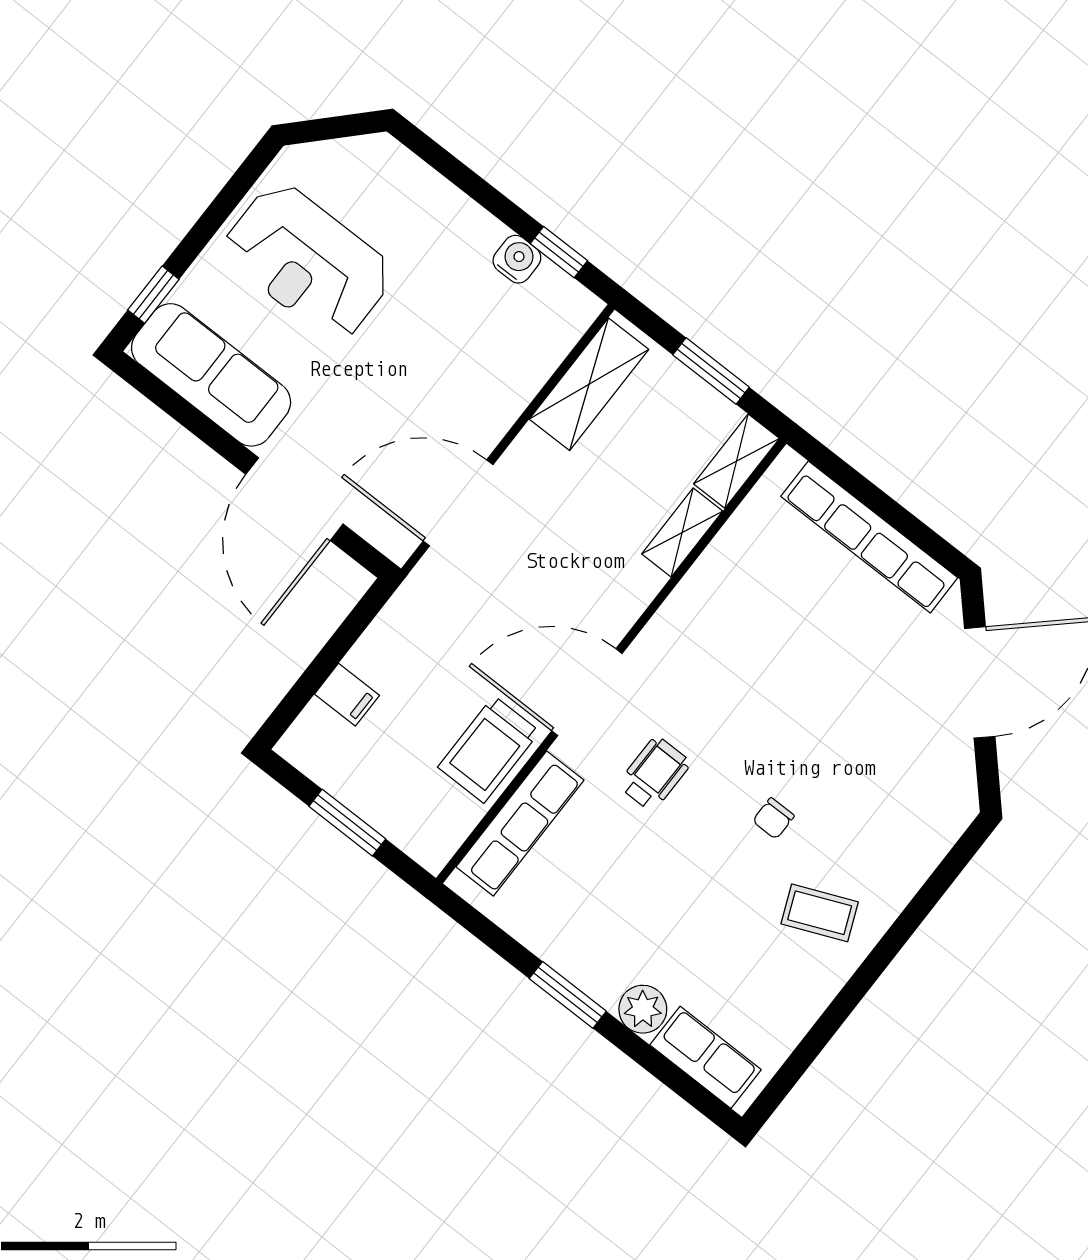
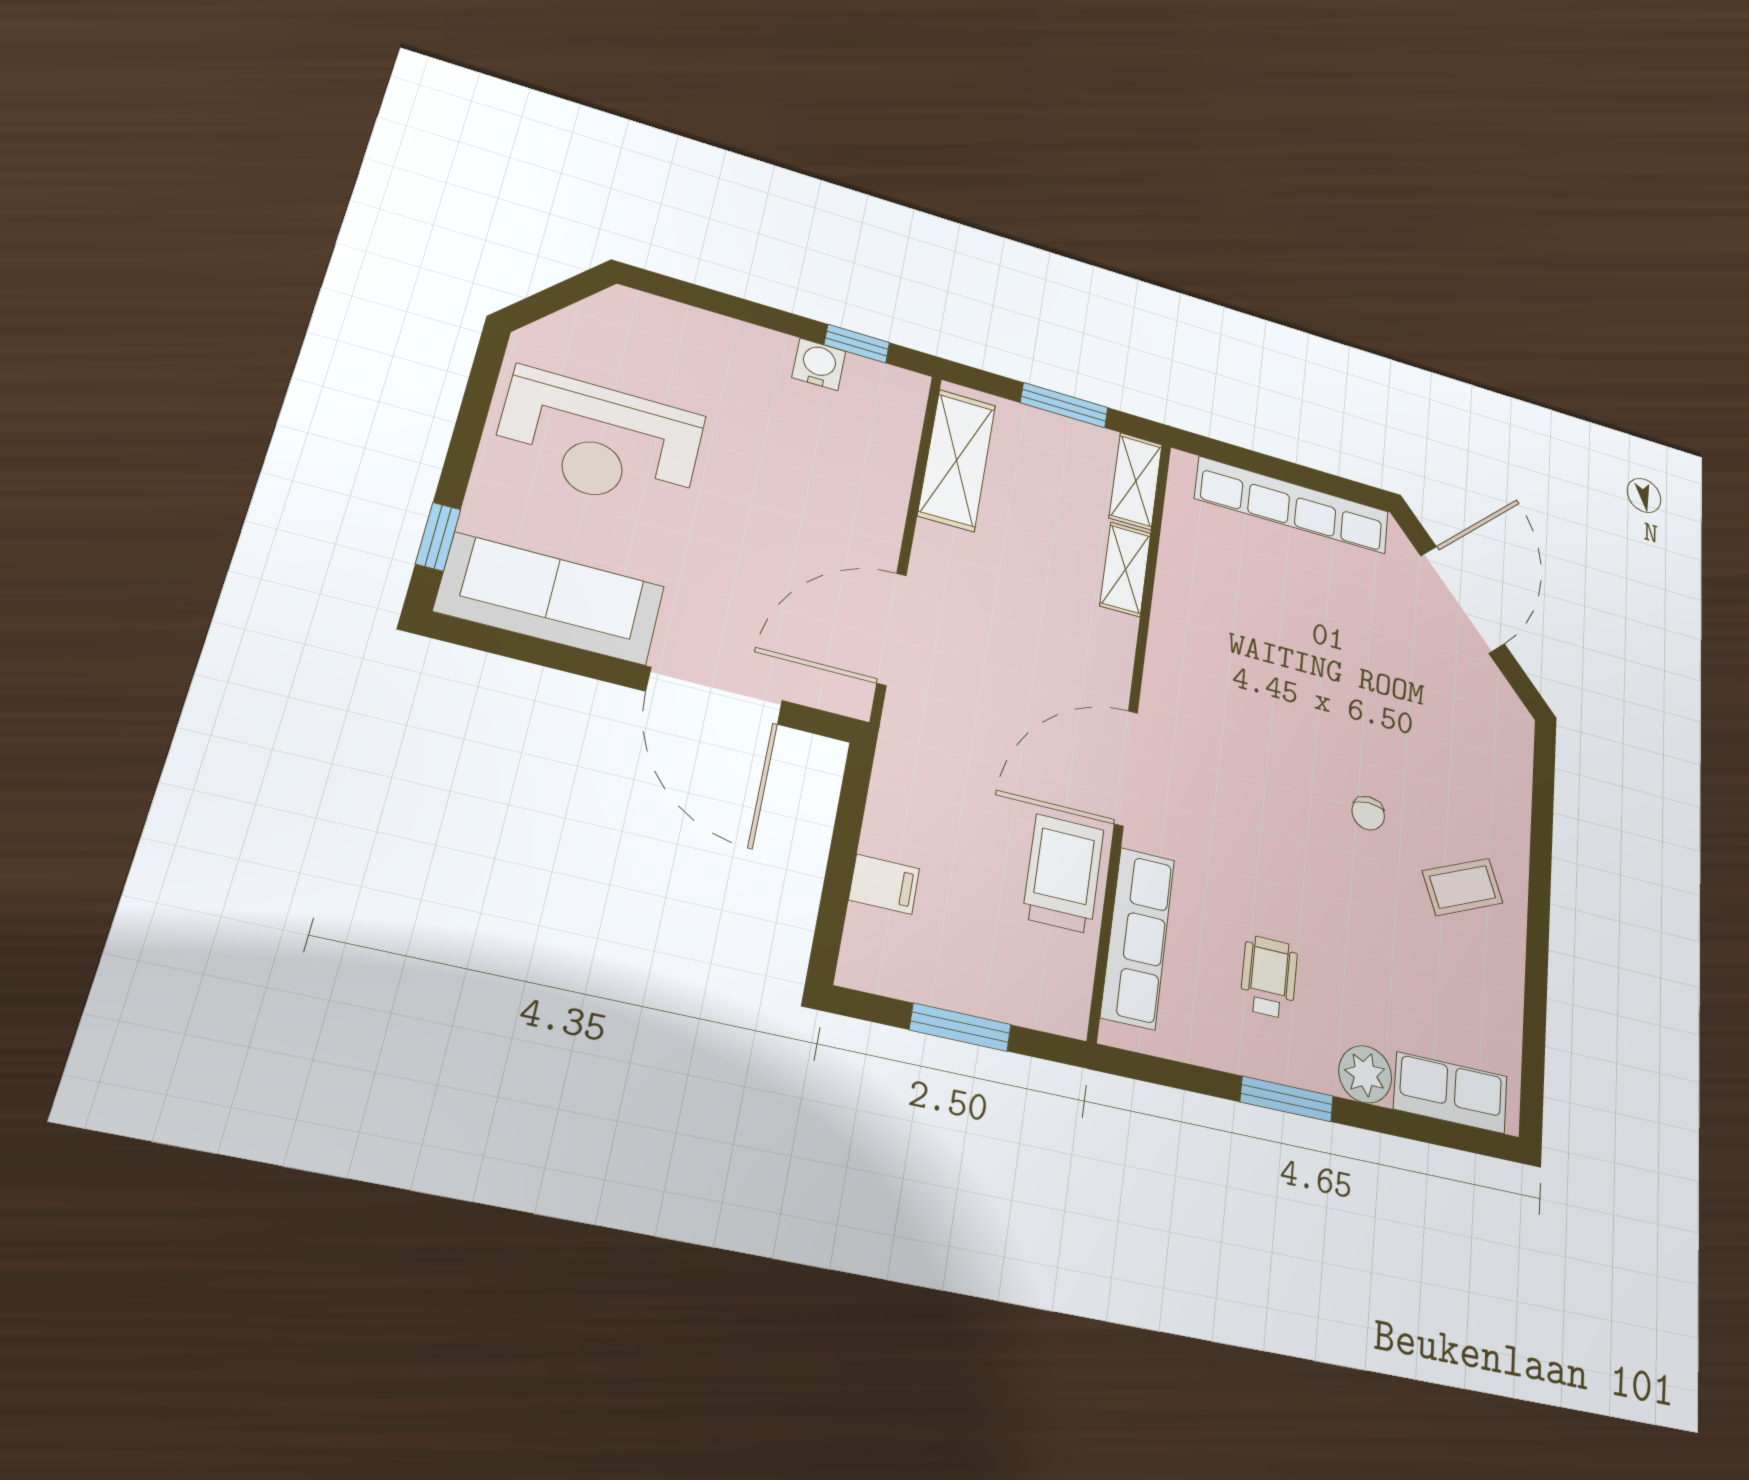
trolley: (489, 749) -> (1063, 874), turned 180
wheelchair: (654, 774) -> (1269, 977), moved

